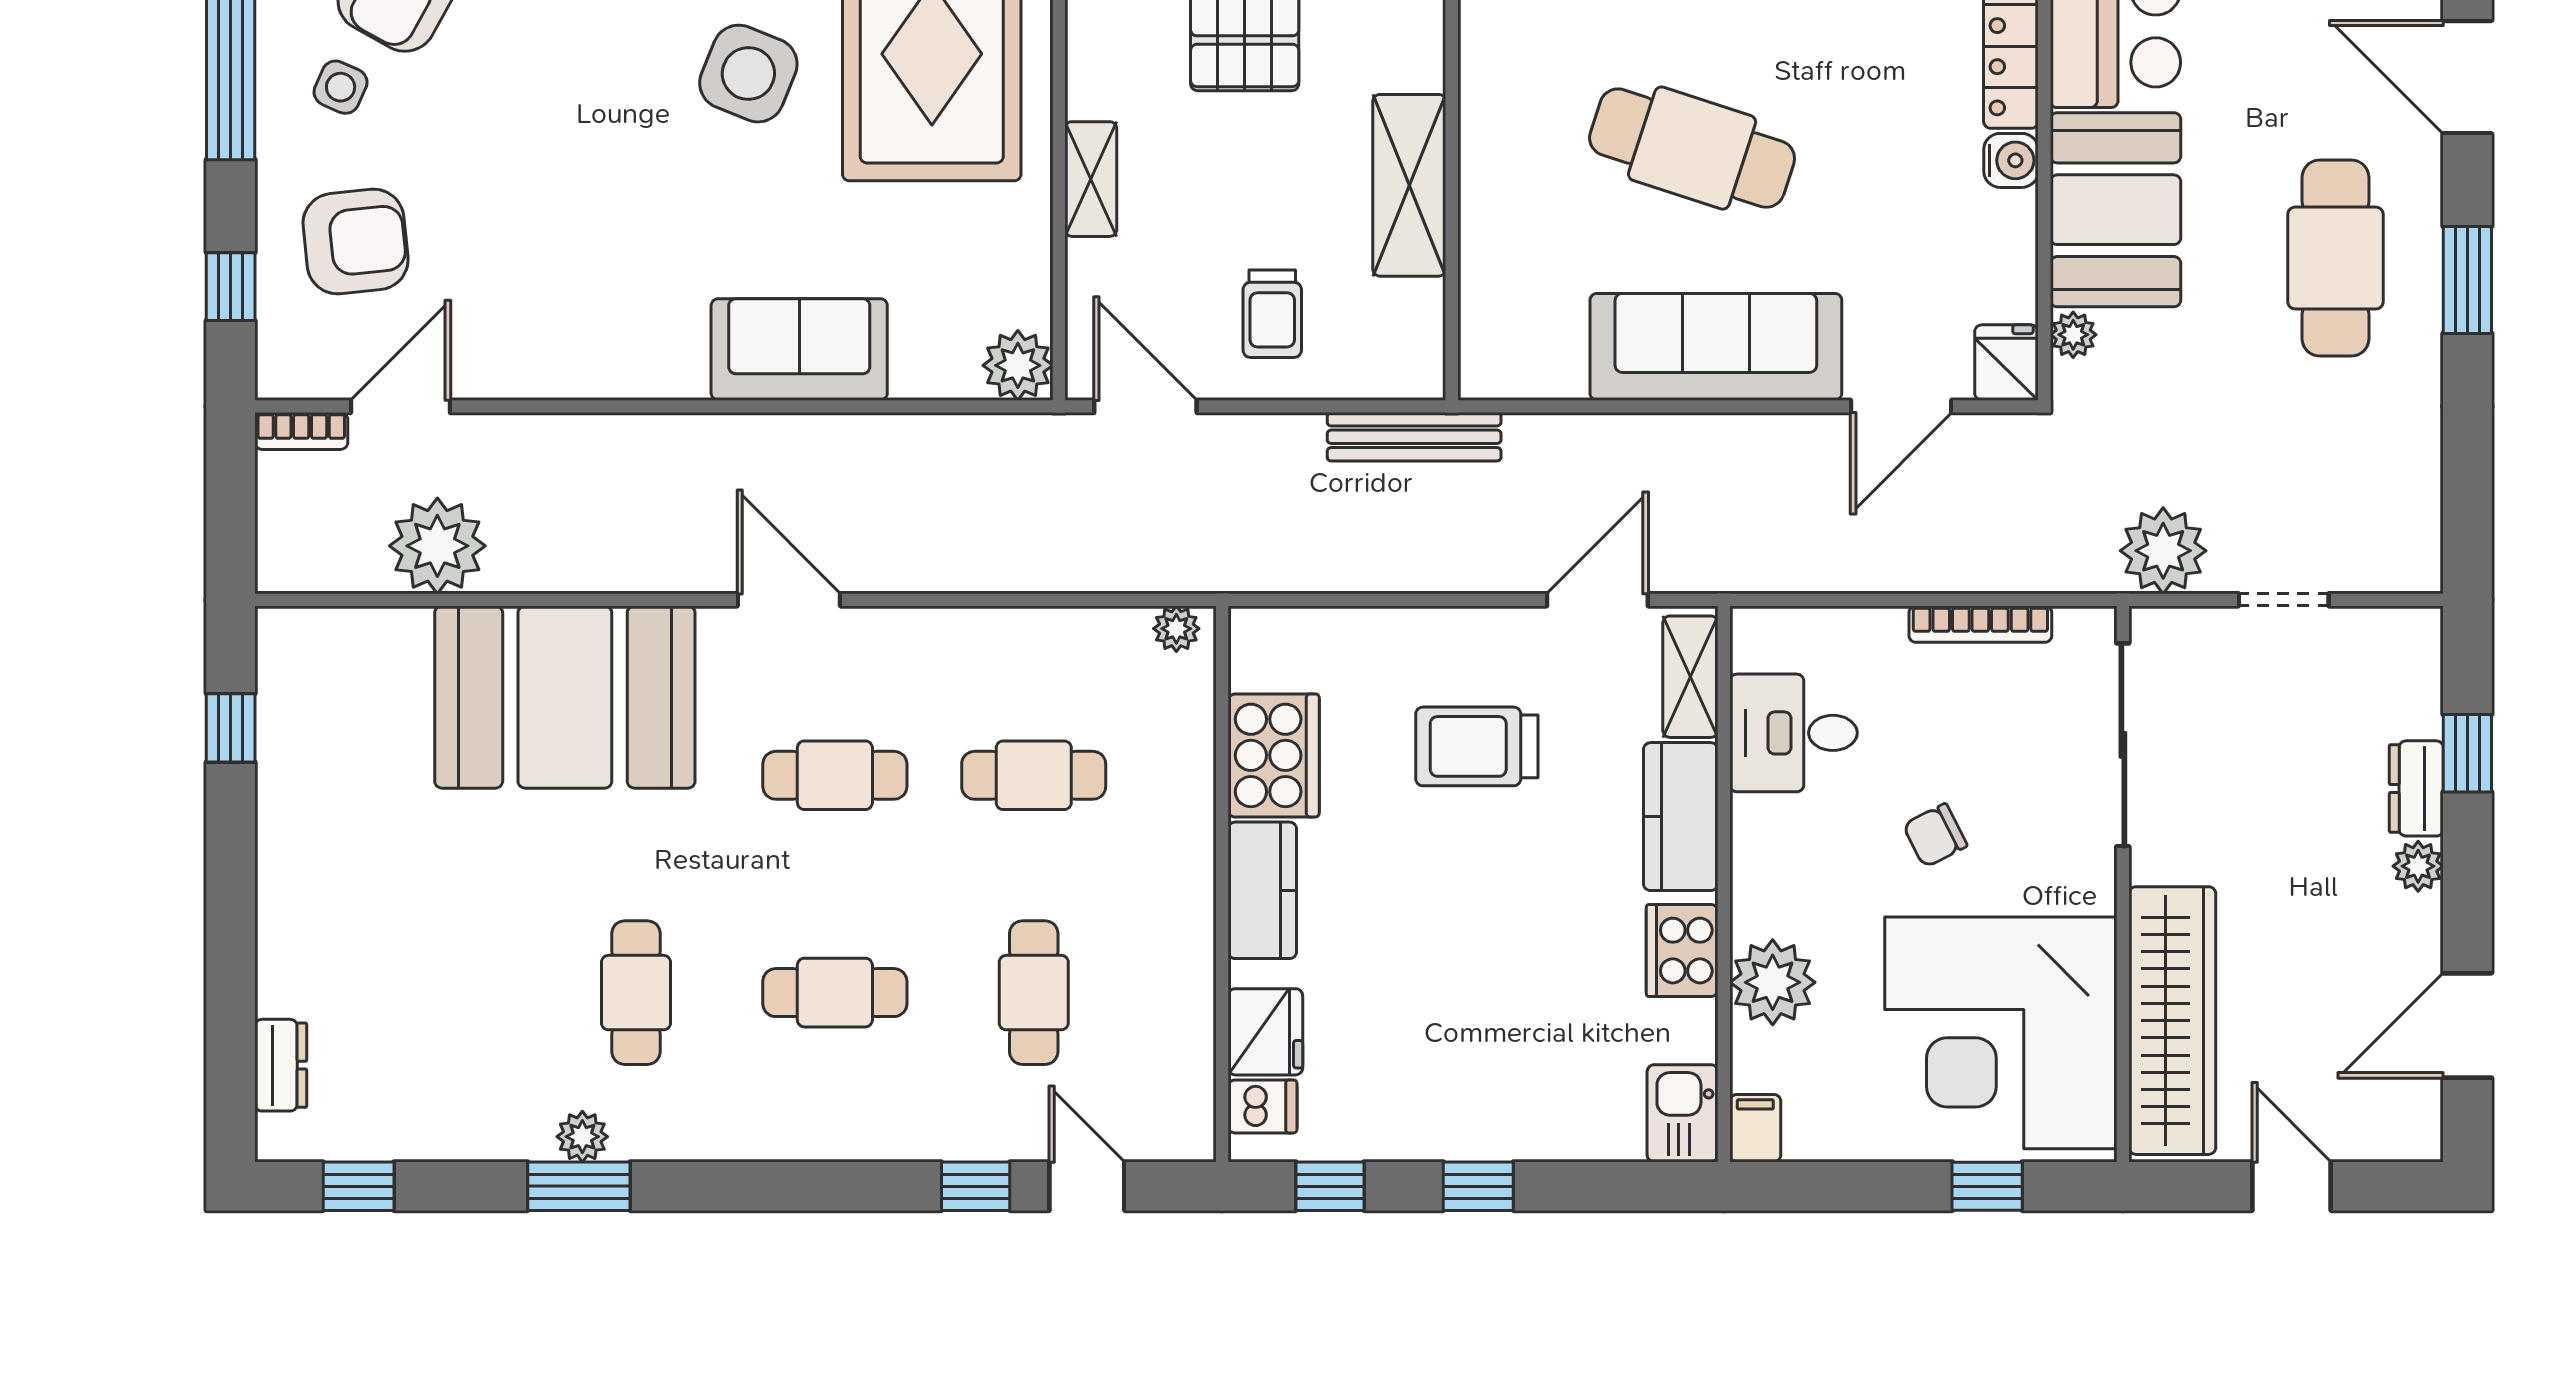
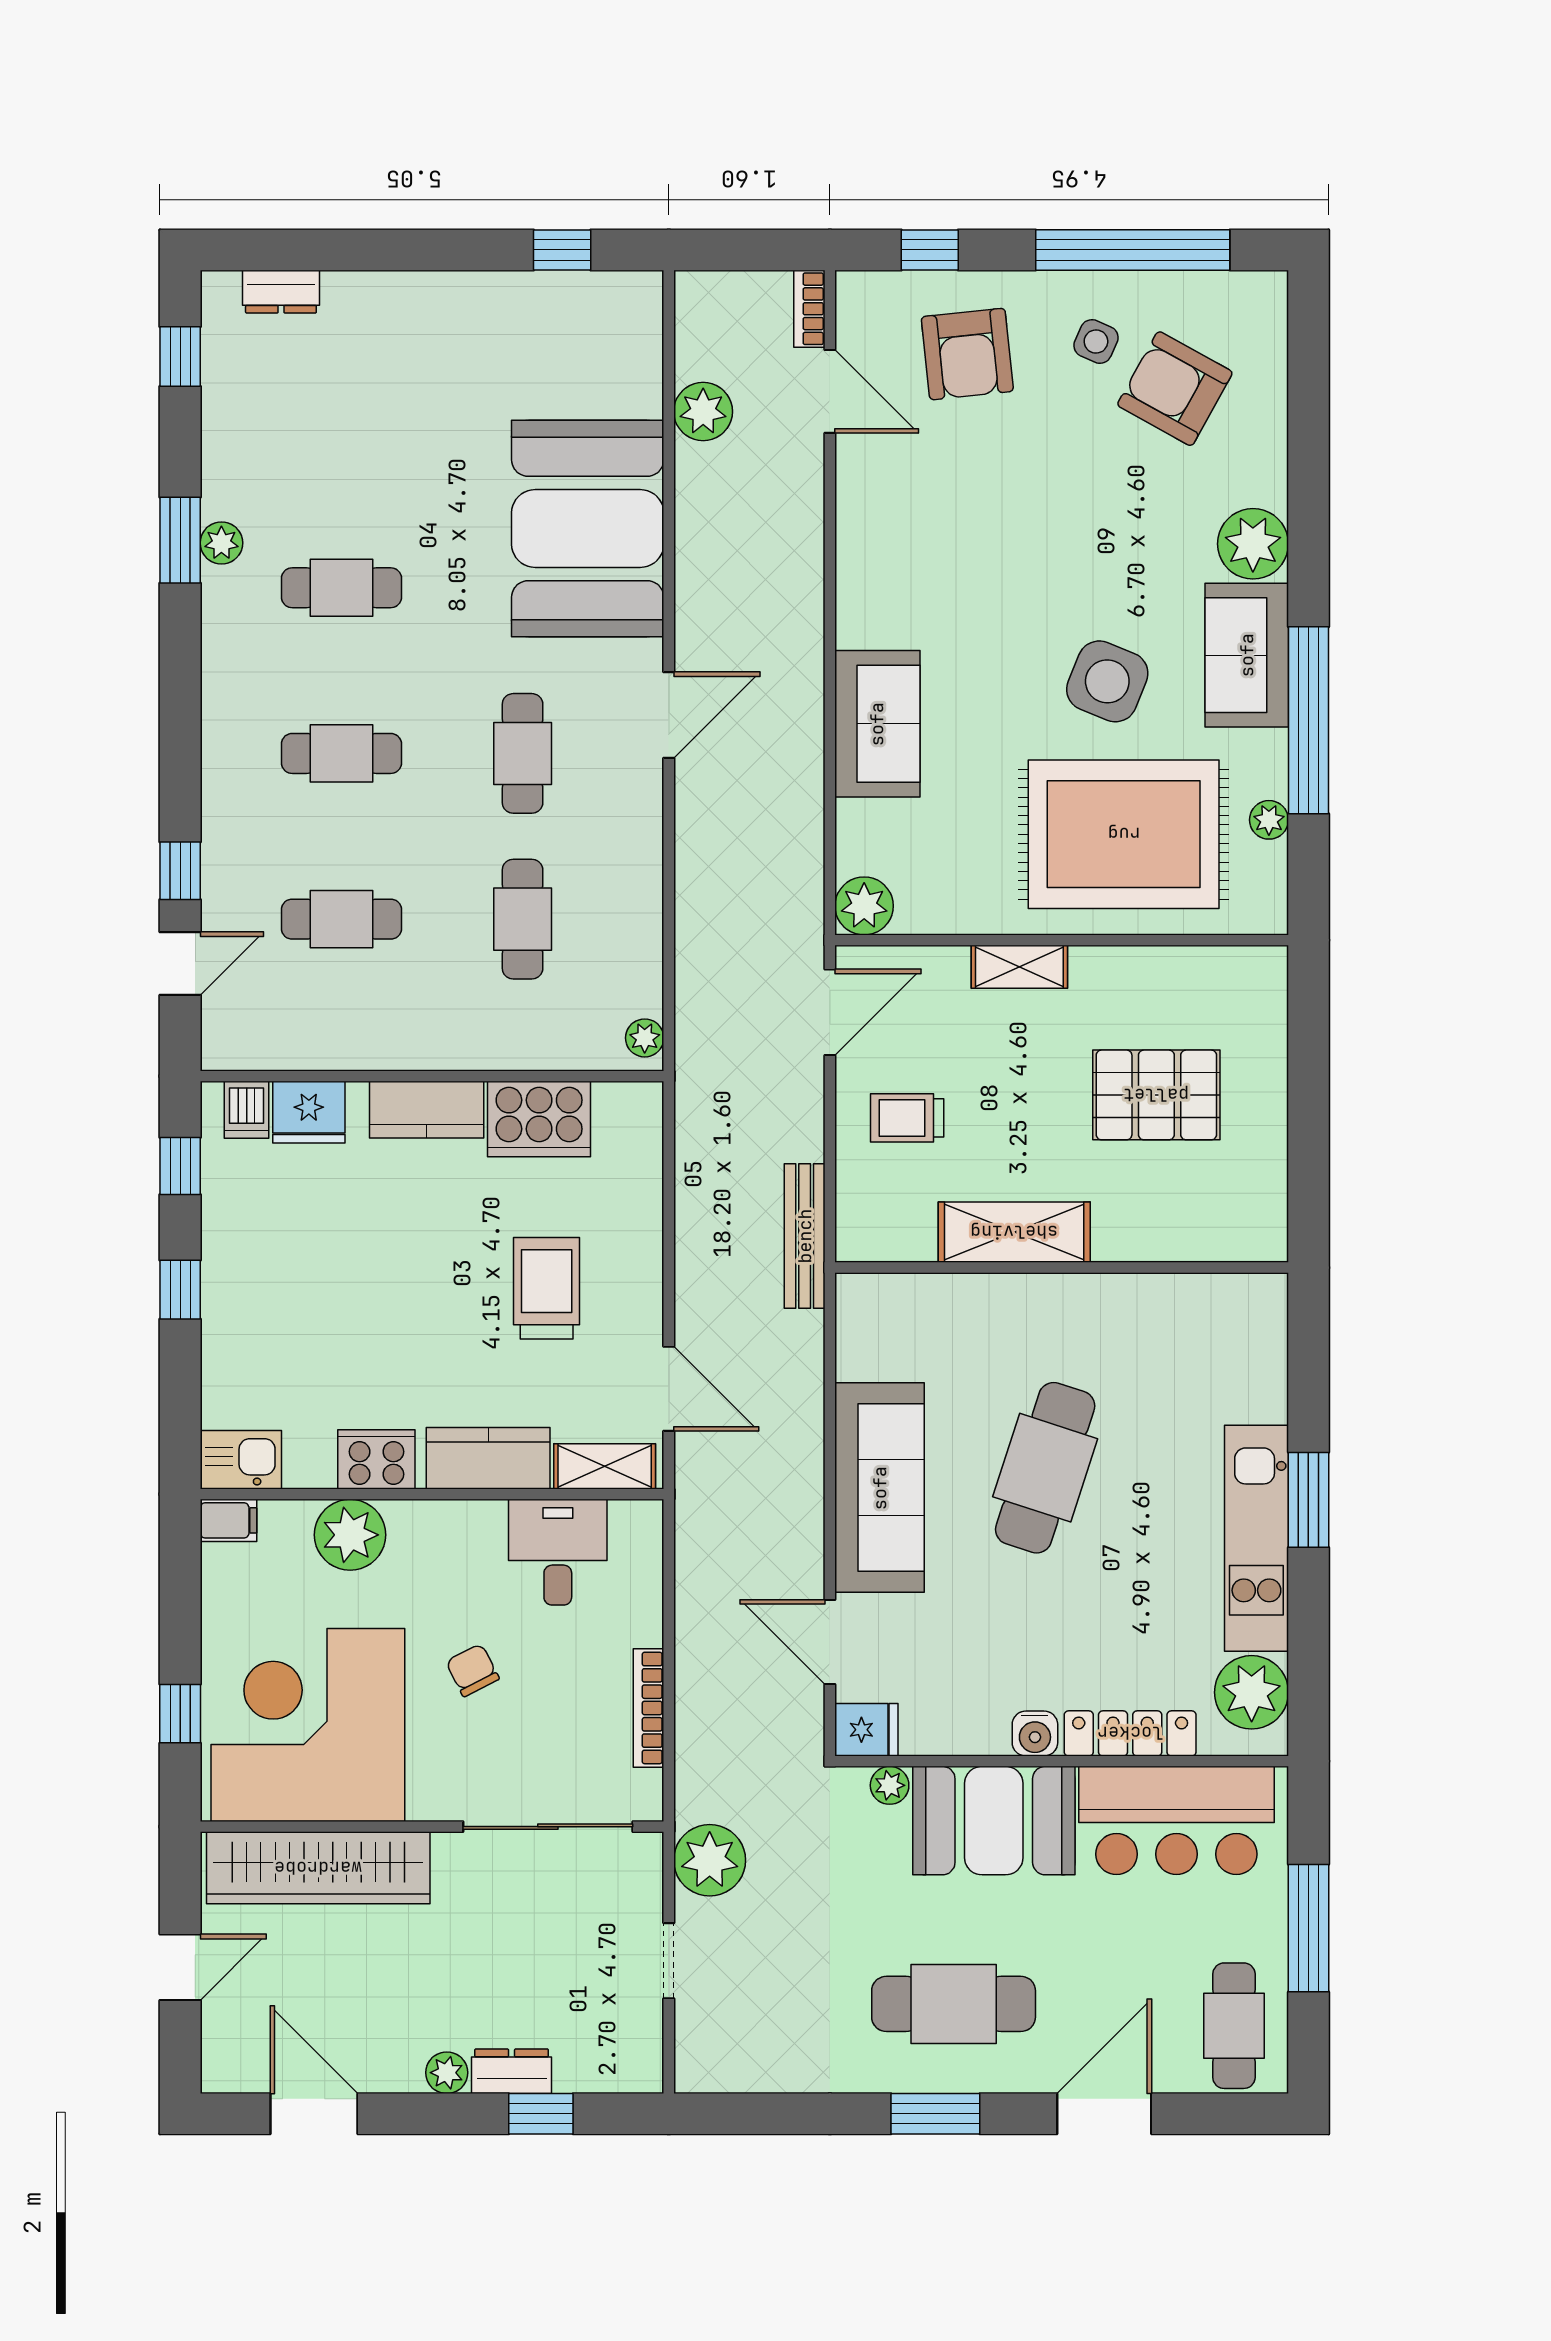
plant: (437, 546) -> (703, 412), width x0.73, depth x0.73
cafe table: (835, 993) -> (341, 753), turned 90

